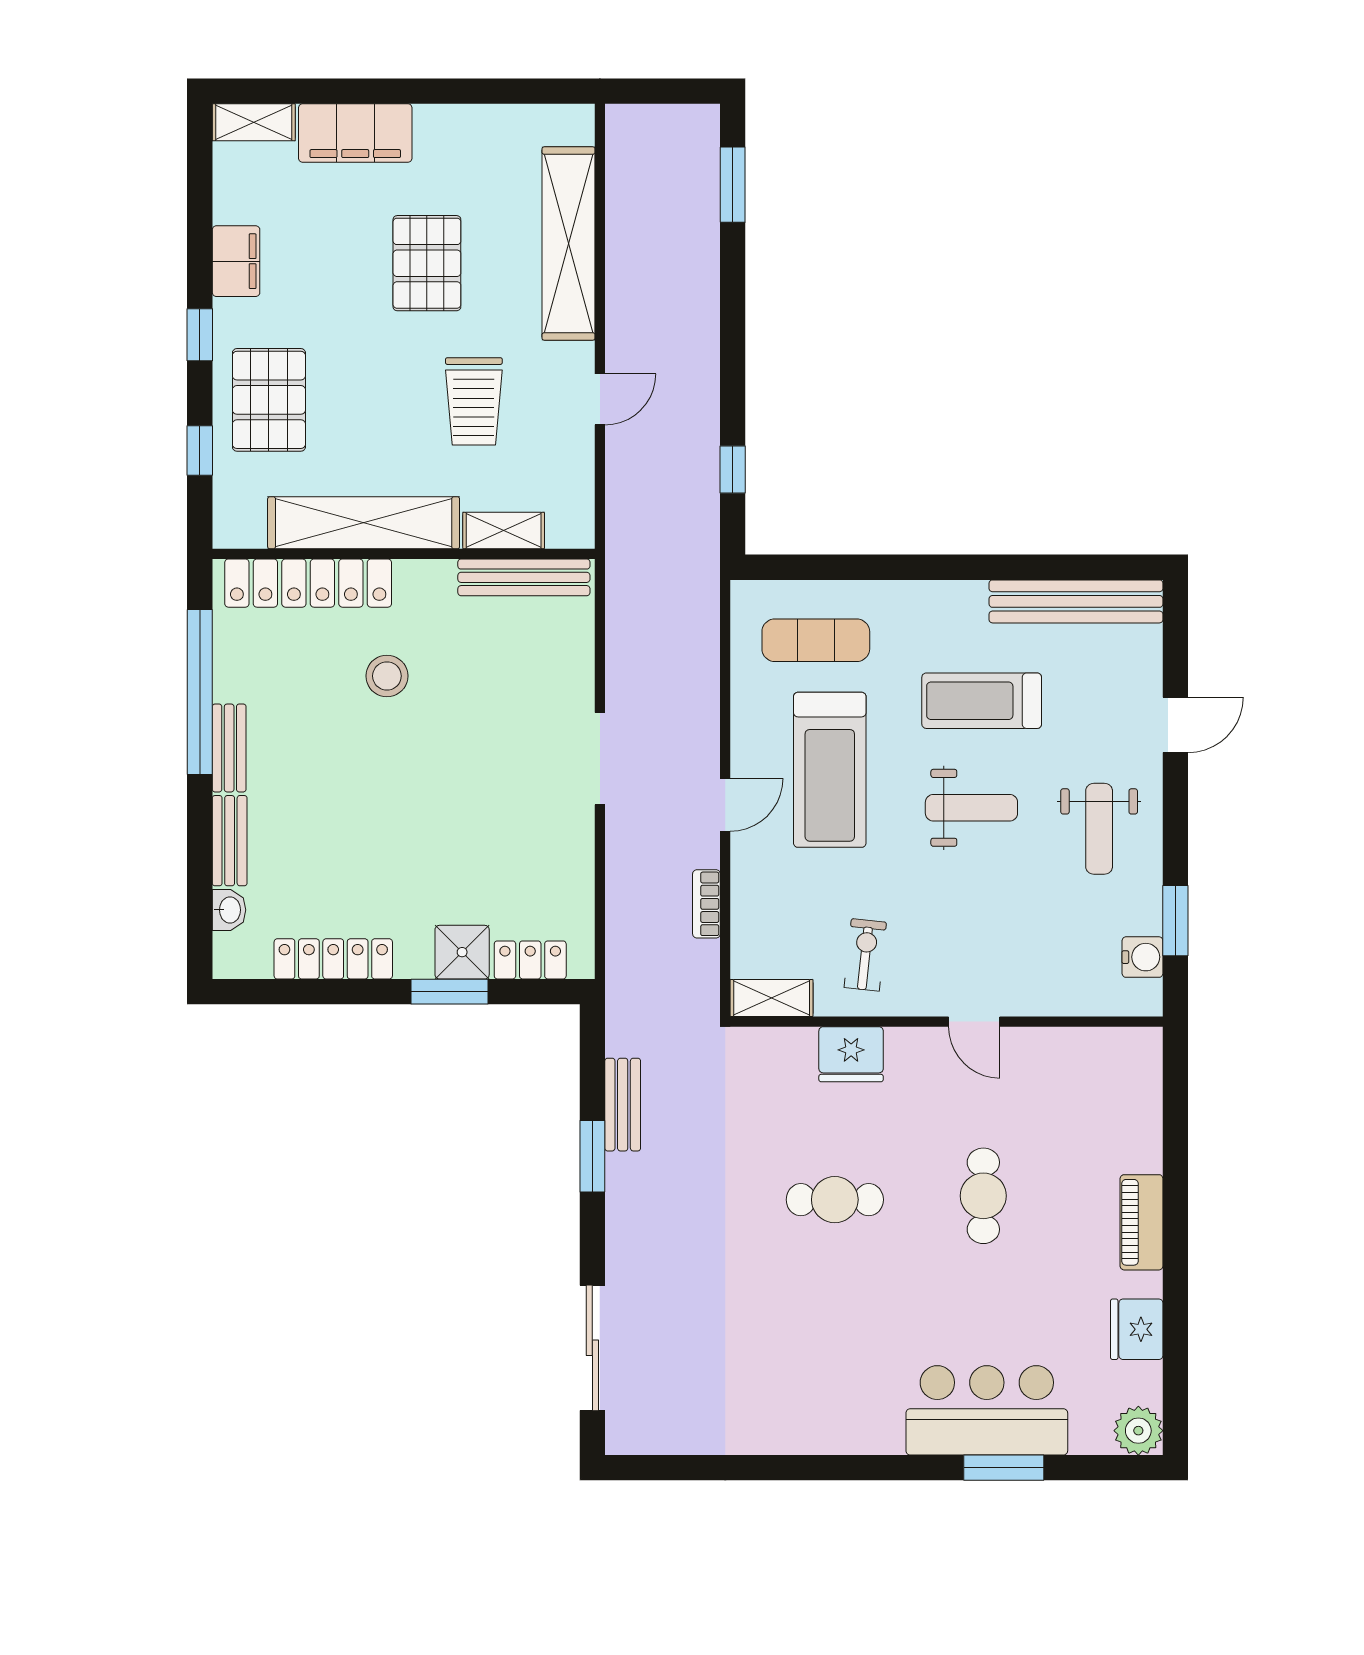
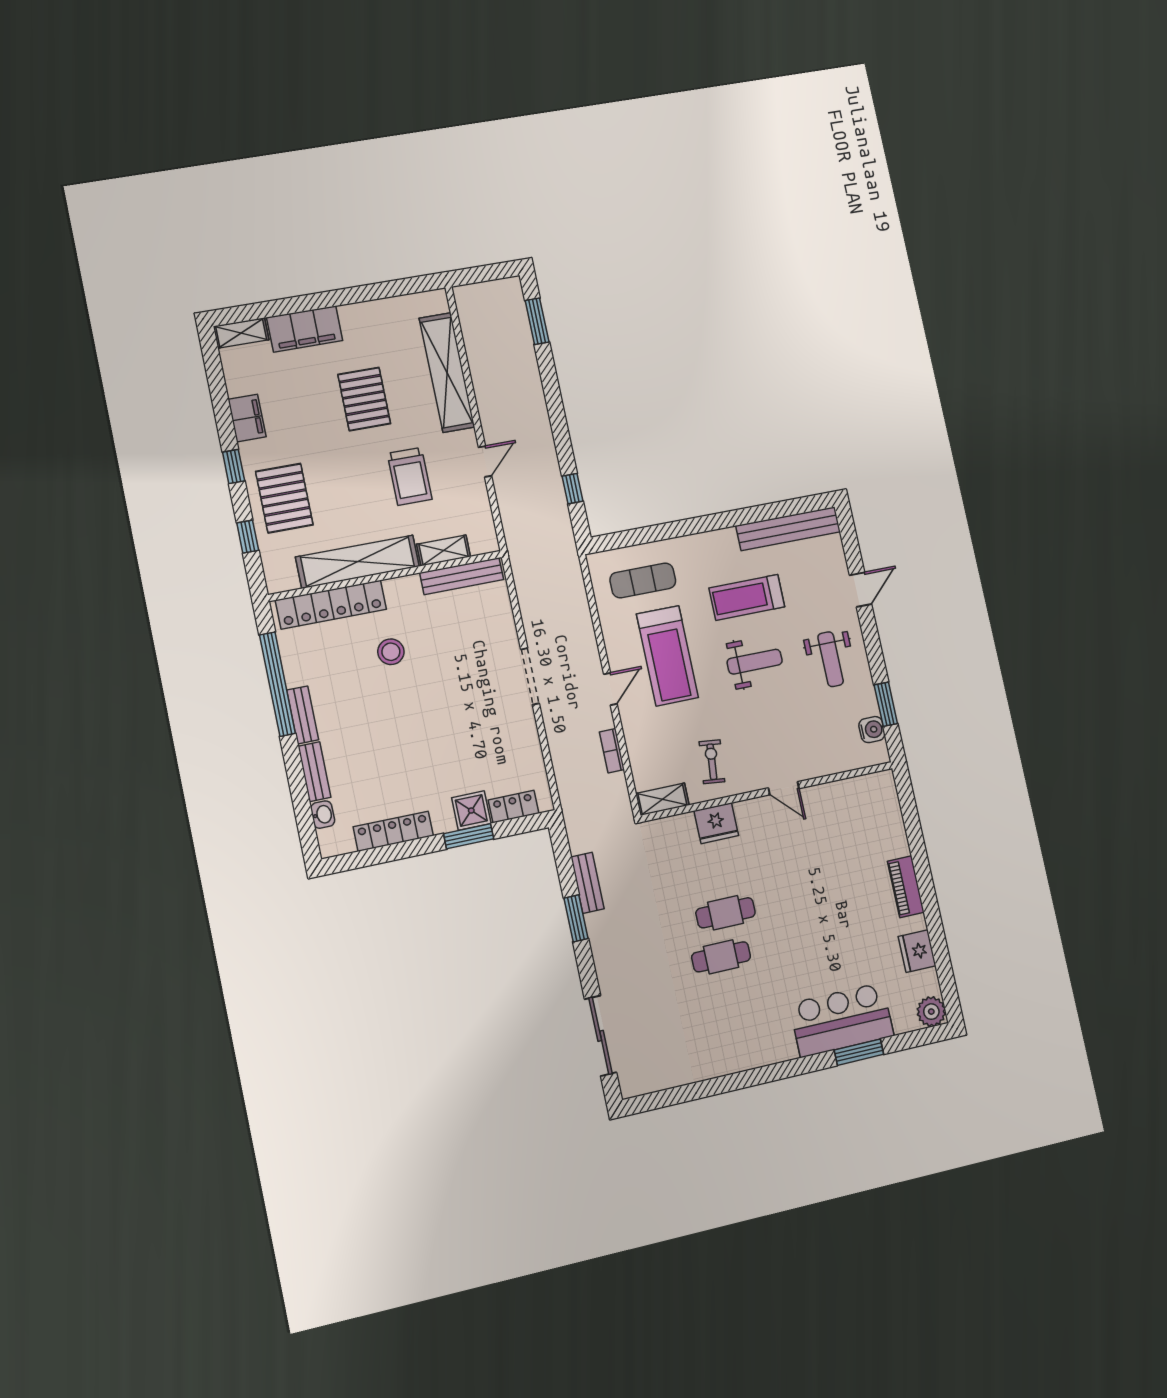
cafe table: (983, 1196) -> (721, 957), moved, turned 90

